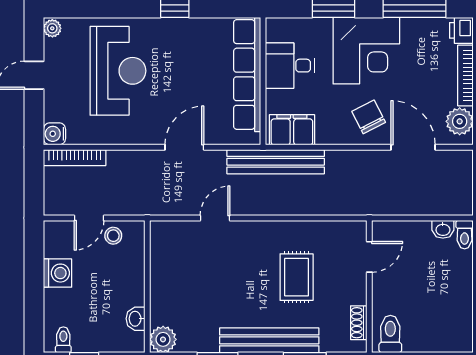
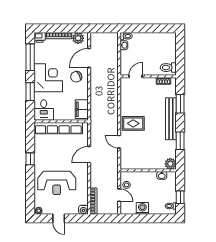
desk: (290, 66) -> (44, 110), moved
reception desk: (118, 71) -> (57, 183), turned 180
door: (184, 147) -> (89, 155), hinge flipped
bench: (276, 162) -> (95, 116), removed
door: (369, 257) -> (136, 76), hinge flipped
rug: (297, 277) -> (133, 123), moved

